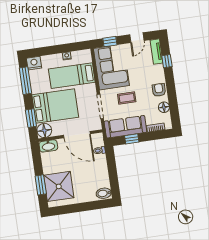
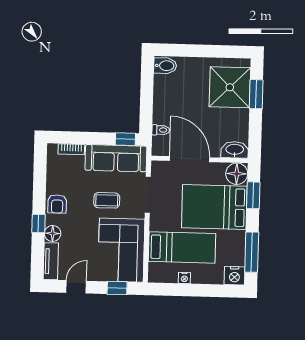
window: (167, 61) -> (38, 223), moved
floor lamp: (164, 107) -> (53, 233), moved
window: (132, 139) -> (125, 139), moved

